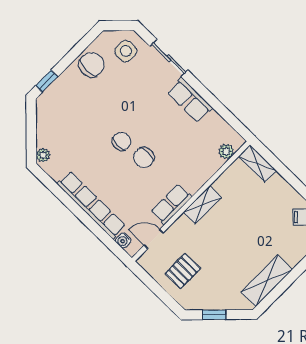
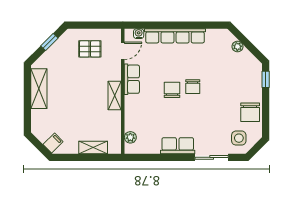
plant: (43, 155) -> (238, 47), moved
shelving: (257, 164) -> (93, 147), moved
pallet: (183, 271) -> (90, 49), turned 90

